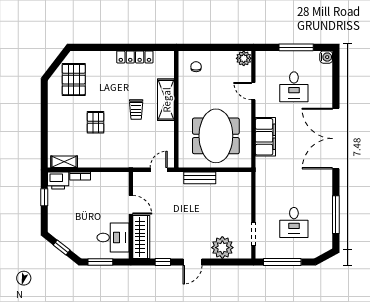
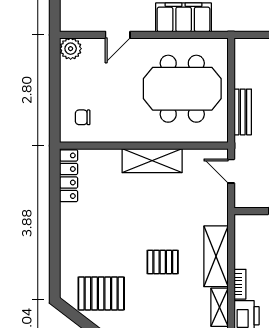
locker: (135, 57) -> (69, 176), moved
shelving: (166, 100) -> (152, 161), moved
trolley: (136, 110) -> (144, 204), removed
shelving: (99, 159) -> (216, 256), added

